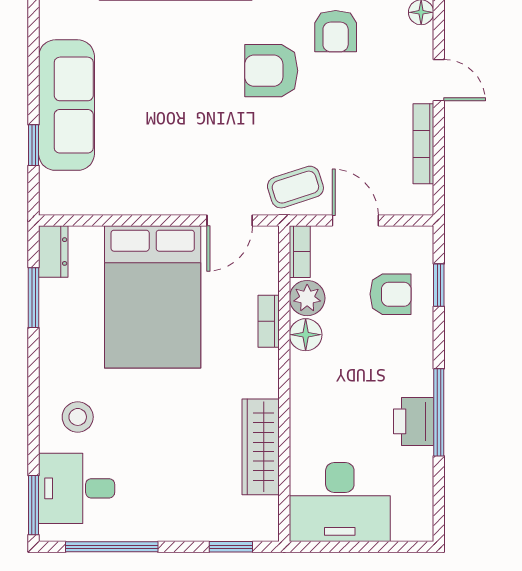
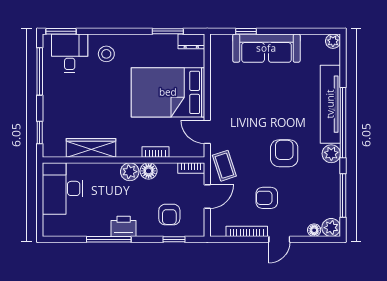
armchair: (336, 31) -> (267, 198), moved
plant: (307, 298) -> (130, 172), moved
printer: (414, 421) -> (124, 226), moved

